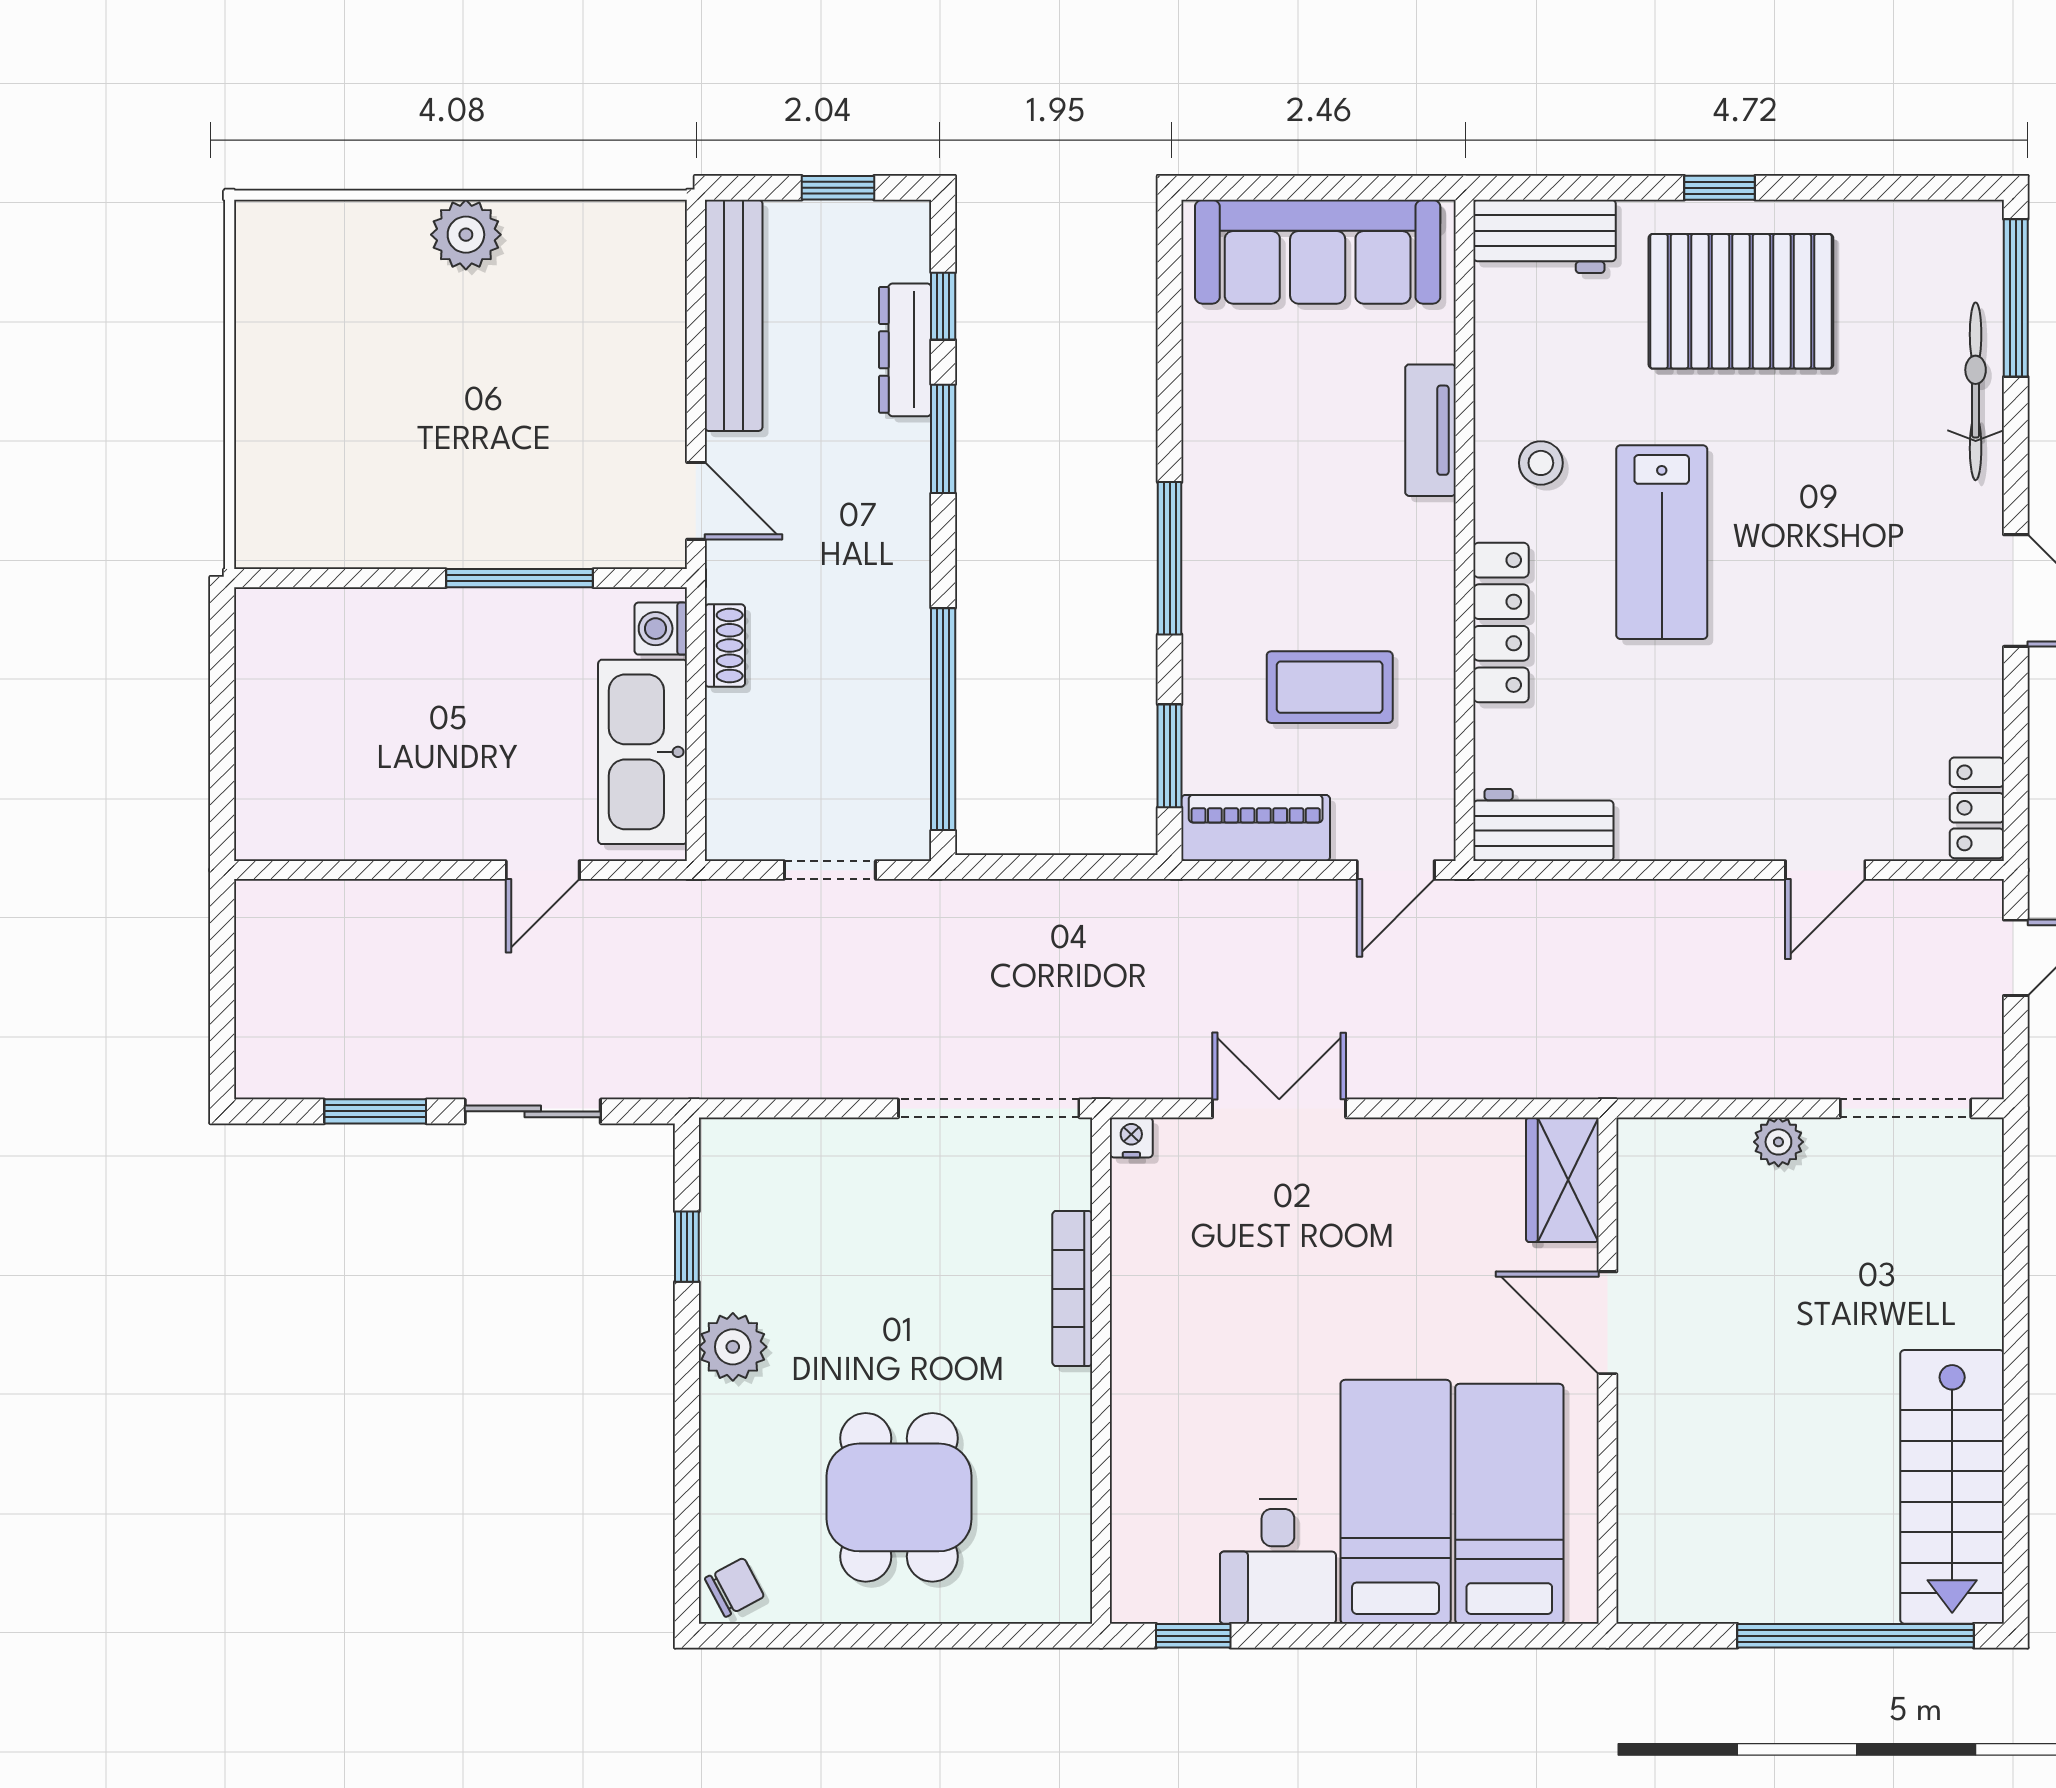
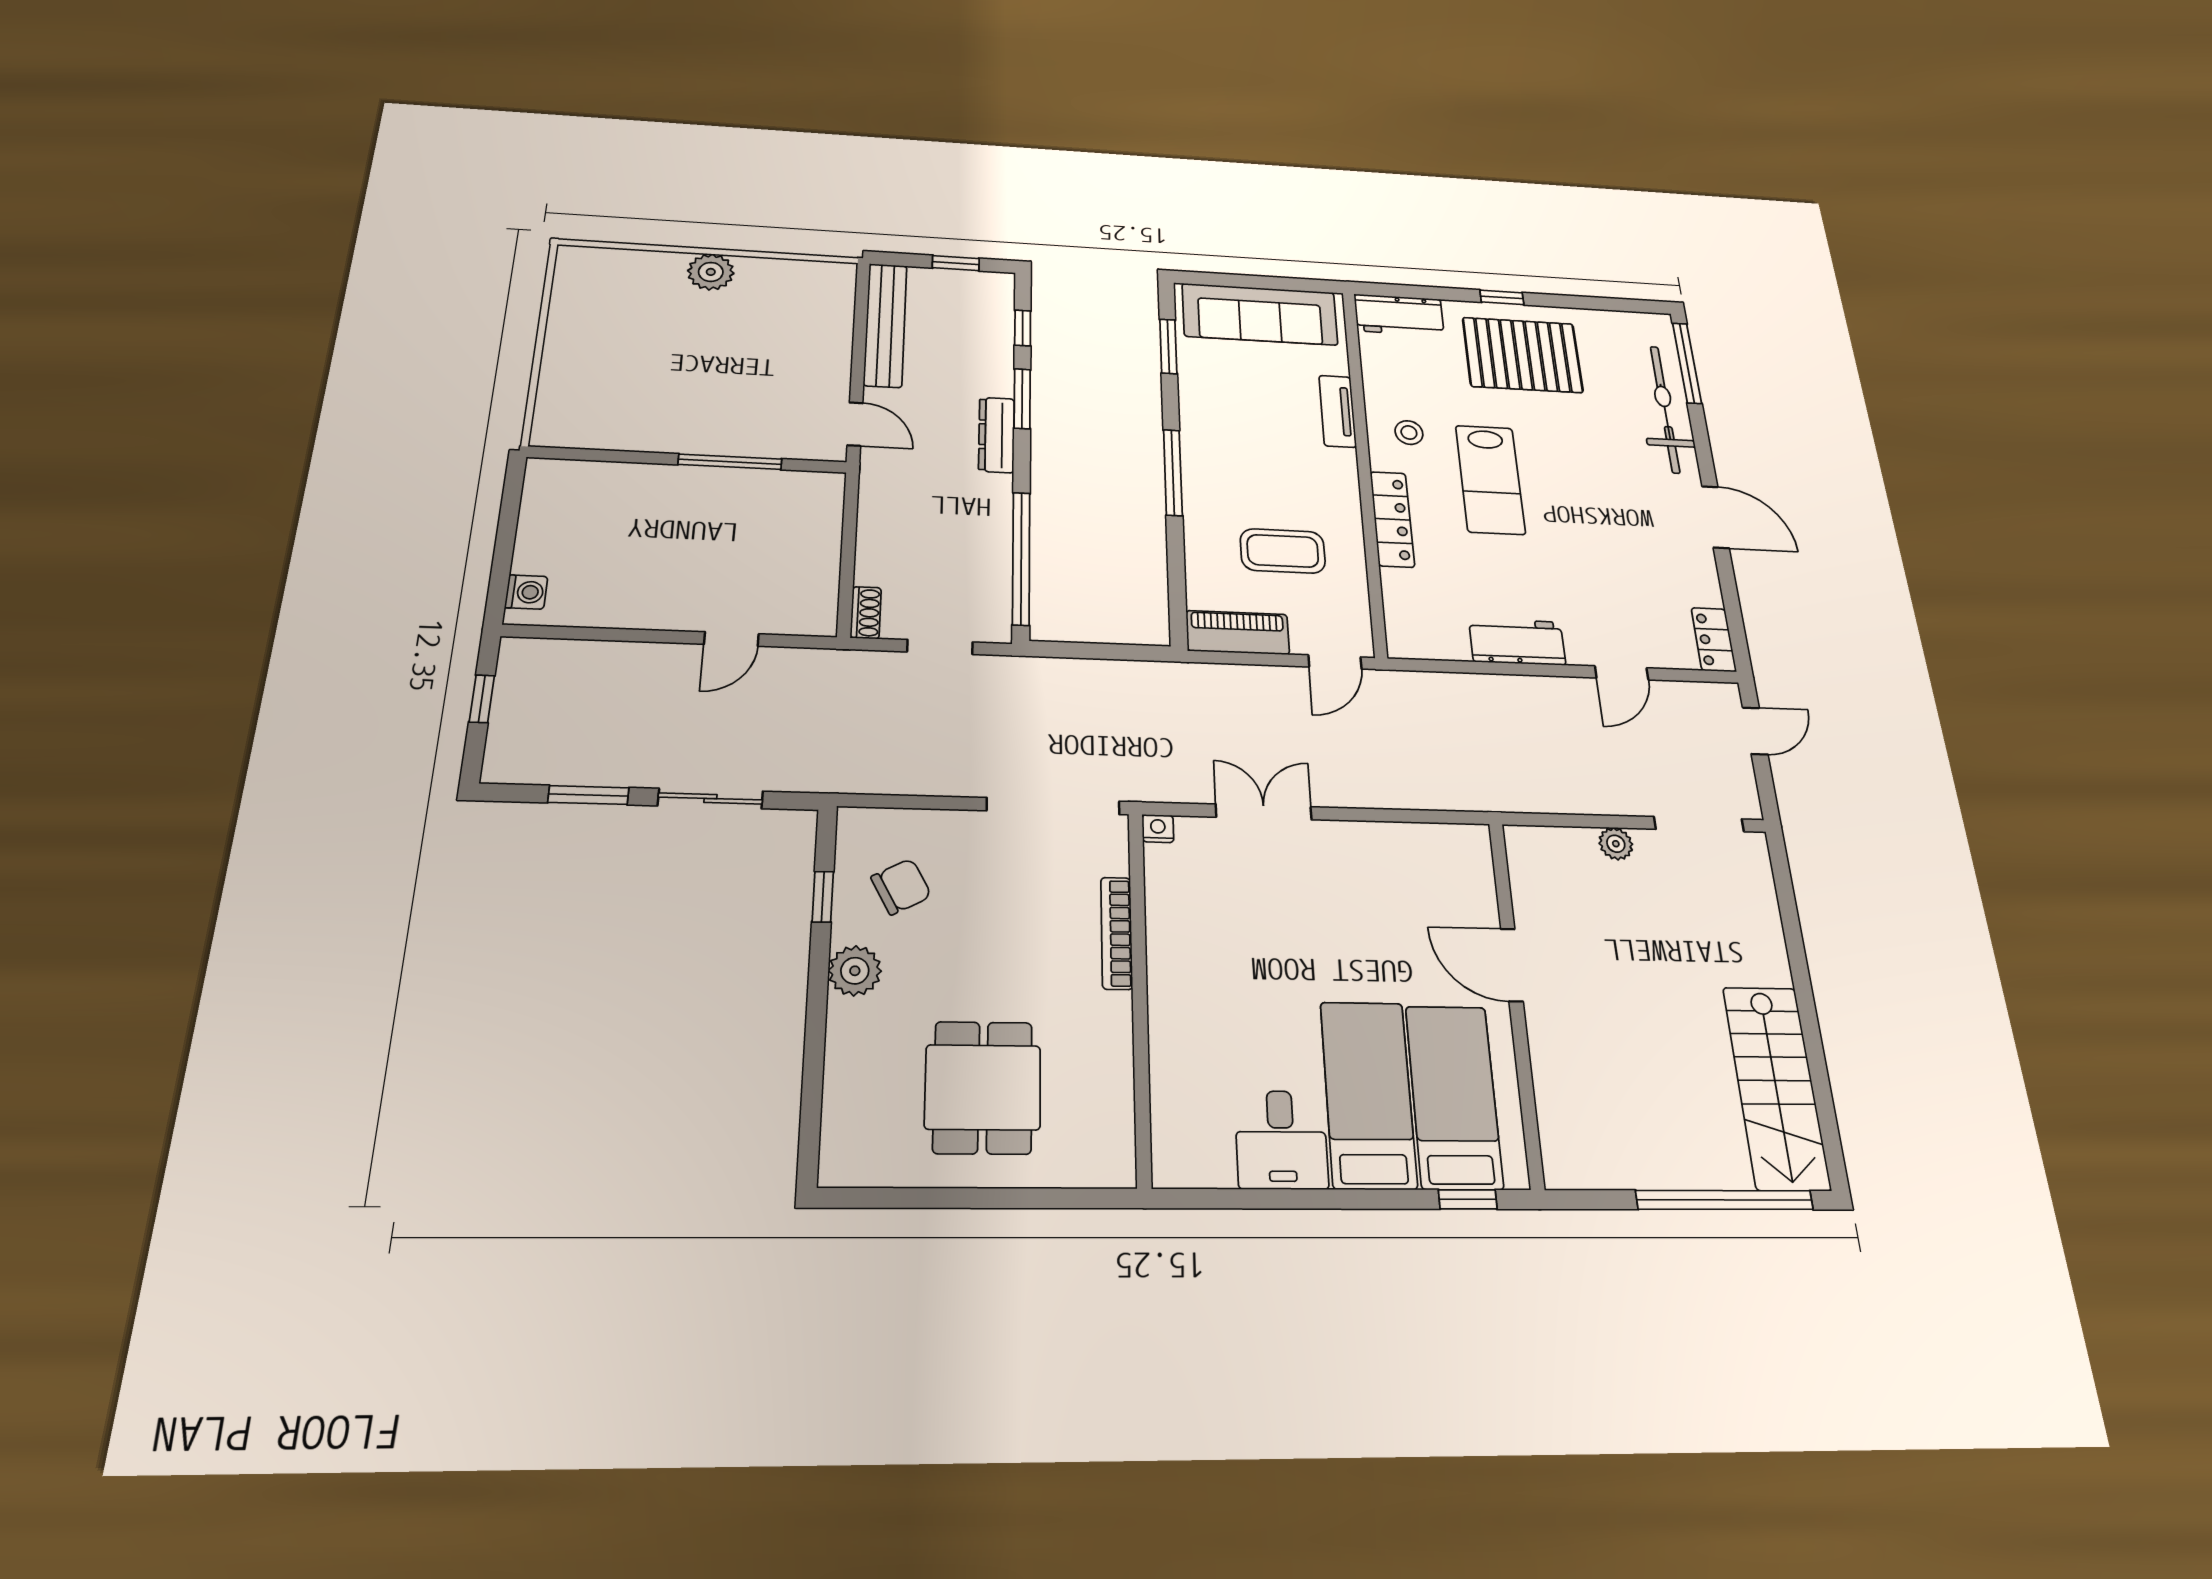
dresser: (905, 350) -> (997, 435), moved
bicycle: (1976, 391) -> (1665, 409), width x1.37, depth x1.40
washing machine: (661, 629) -> (526, 592), moved, turned 180
shoe rack: (725, 645) -> (866, 613), moved
kitchen sink: (643, 752) -> (809, 569), removed
window: (1170, 756) -> (1168, 346), moved
workbench: (1543, 825) -> (1517, 642), moved
window: (222, 975) -> (482, 699), added
wardrobe: (1562, 1180) -> (1469, 865), removed
chair: (735, 1587) -> (901, 887), moved, width x1.37, depth x1.37
window: (1193, 1636) -> (1468, 1199), moved

